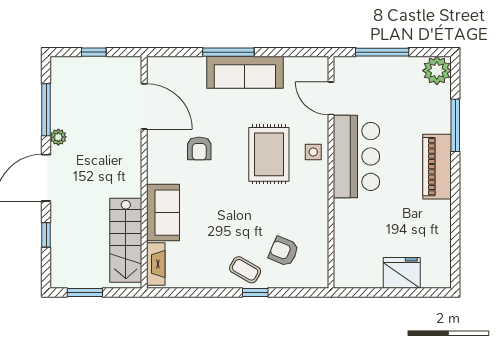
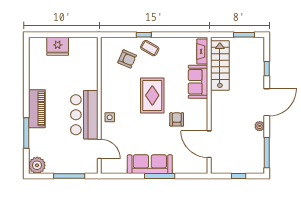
window: (46, 110) -> (267, 153), moved
rug: (269, 154) -> (152, 95), moved

